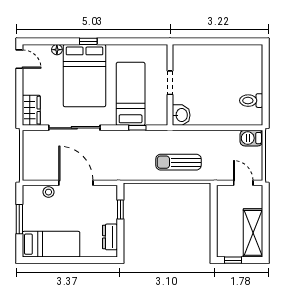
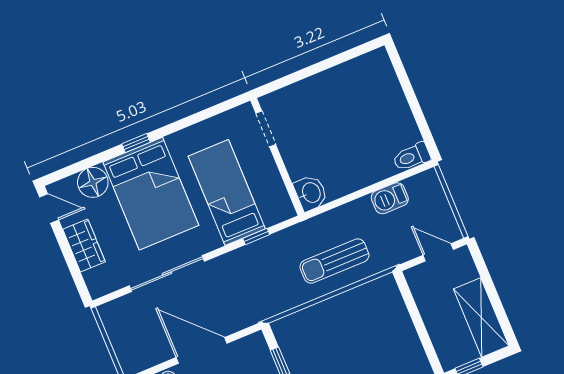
floor lamp: (57, 50) -> (93, 182), width x1.89, depth x1.89
doorway: (170, 83) -> (266, 129), moved
toilet: (251, 101) -> (412, 157), moved
wardrobe: (31, 110) -> (84, 245), moved
barbecue: (251, 138) -> (390, 198), moved

